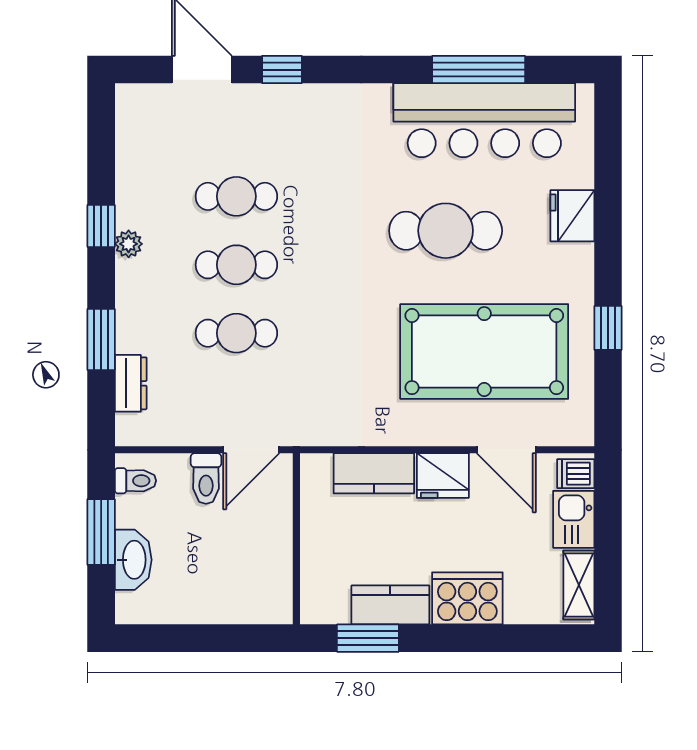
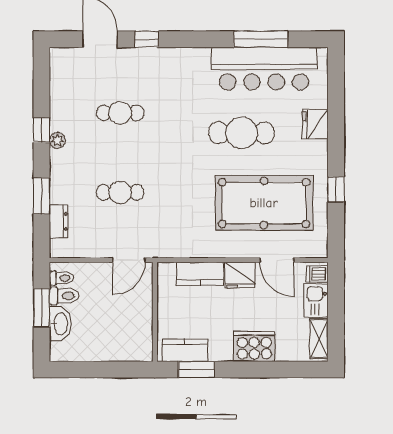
cafe table: (236, 265) -> (120, 153), removed
toilet: (206, 479) -> (64, 296), moved, turned -90
kitchen counter: (390, 605) -> (185, 350), moved

